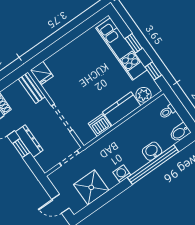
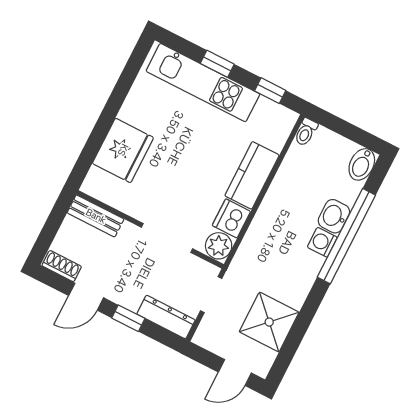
fridge: (42, 73) -> (123, 150), moved, width x1.88, depth x1.34
plant: (144, 95) -> (219, 246), moved
toilet: (167, 111) -> (306, 132), moved
dresser: (29, 141) -> (166, 317), moved
washing machine: (122, 174) -> (322, 242), moved

